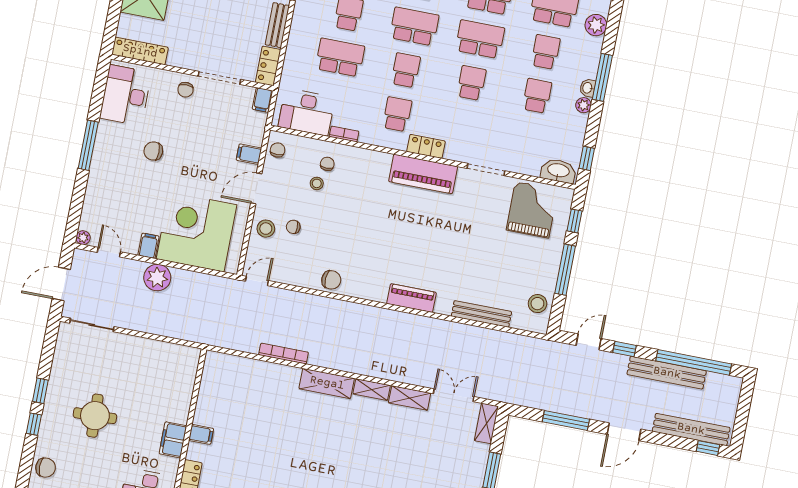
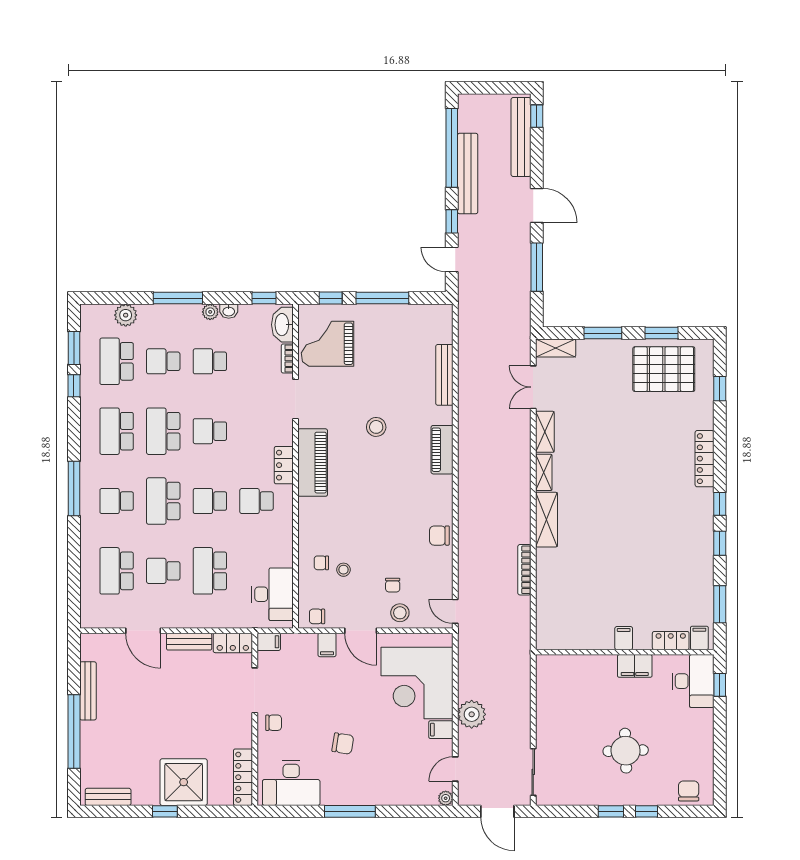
washbasin: (588, 88) -> (229, 311), moved
bookcase: (344, 134) -> (287, 358), moved
chair: (153, 151) -> (343, 743), turned -81
chair: (331, 280) -> (439, 536), turned -93
stool: (537, 304) -> (376, 427), moved

